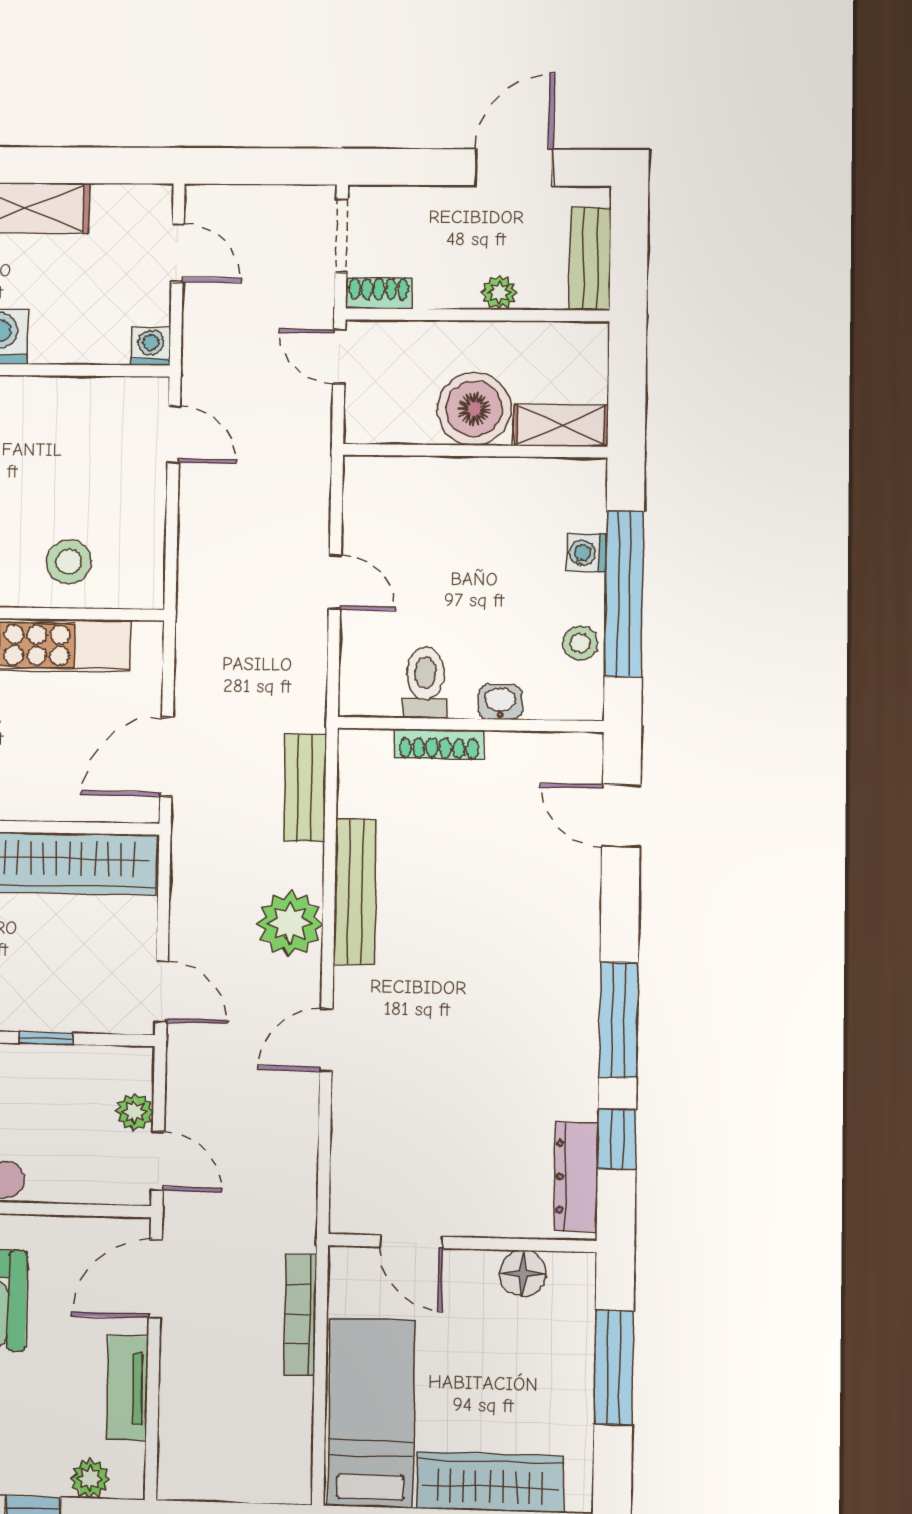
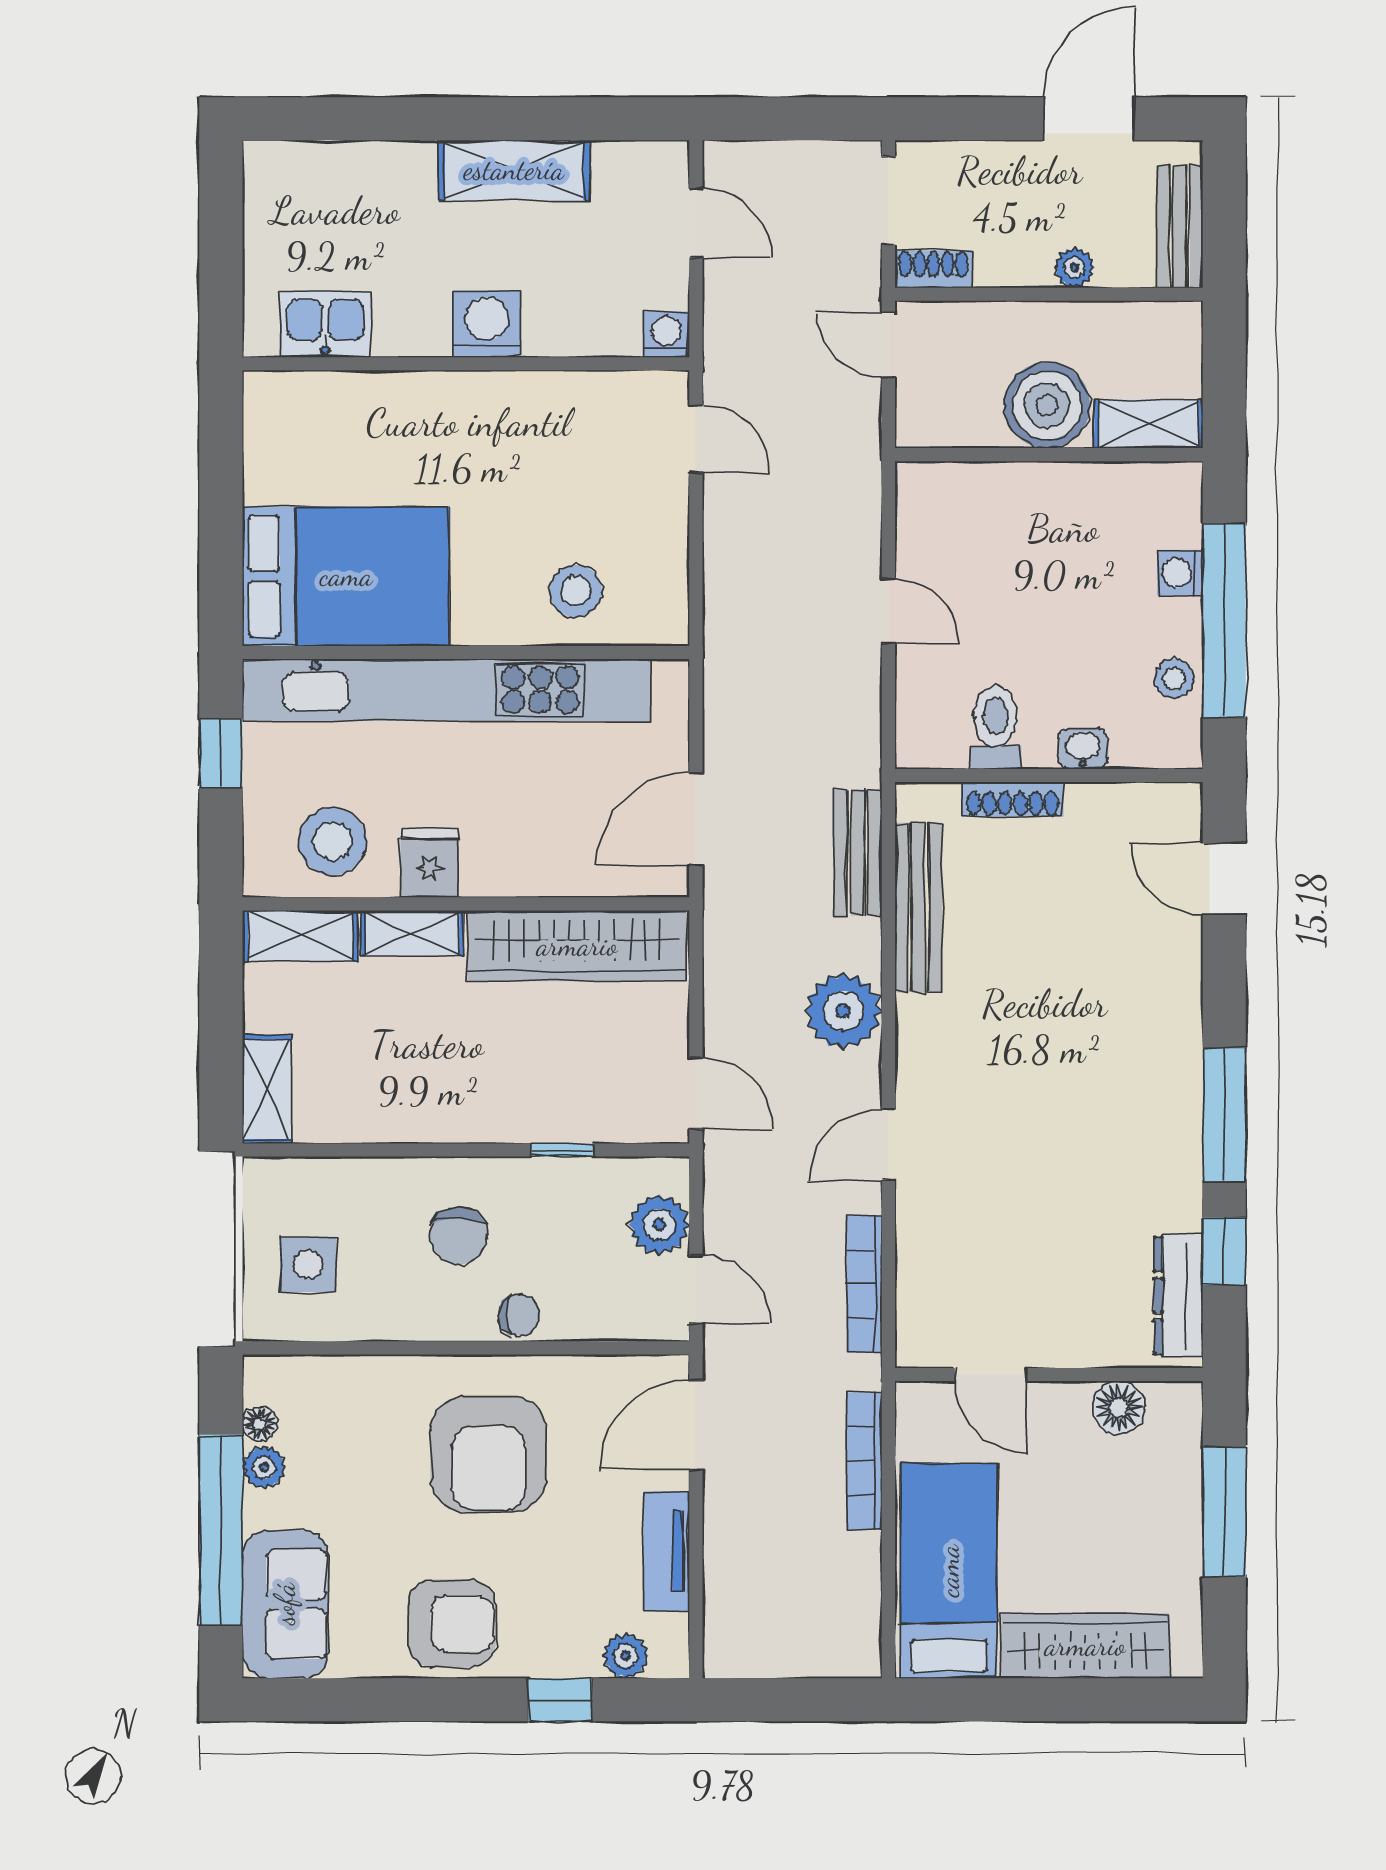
bench: (355, 892) -> (919, 908), moved
plant: (134, 1112) -> (659, 1225), width x1.38, depth x1.38
bookcase: (303, 1160) -> (864, 1284), added

